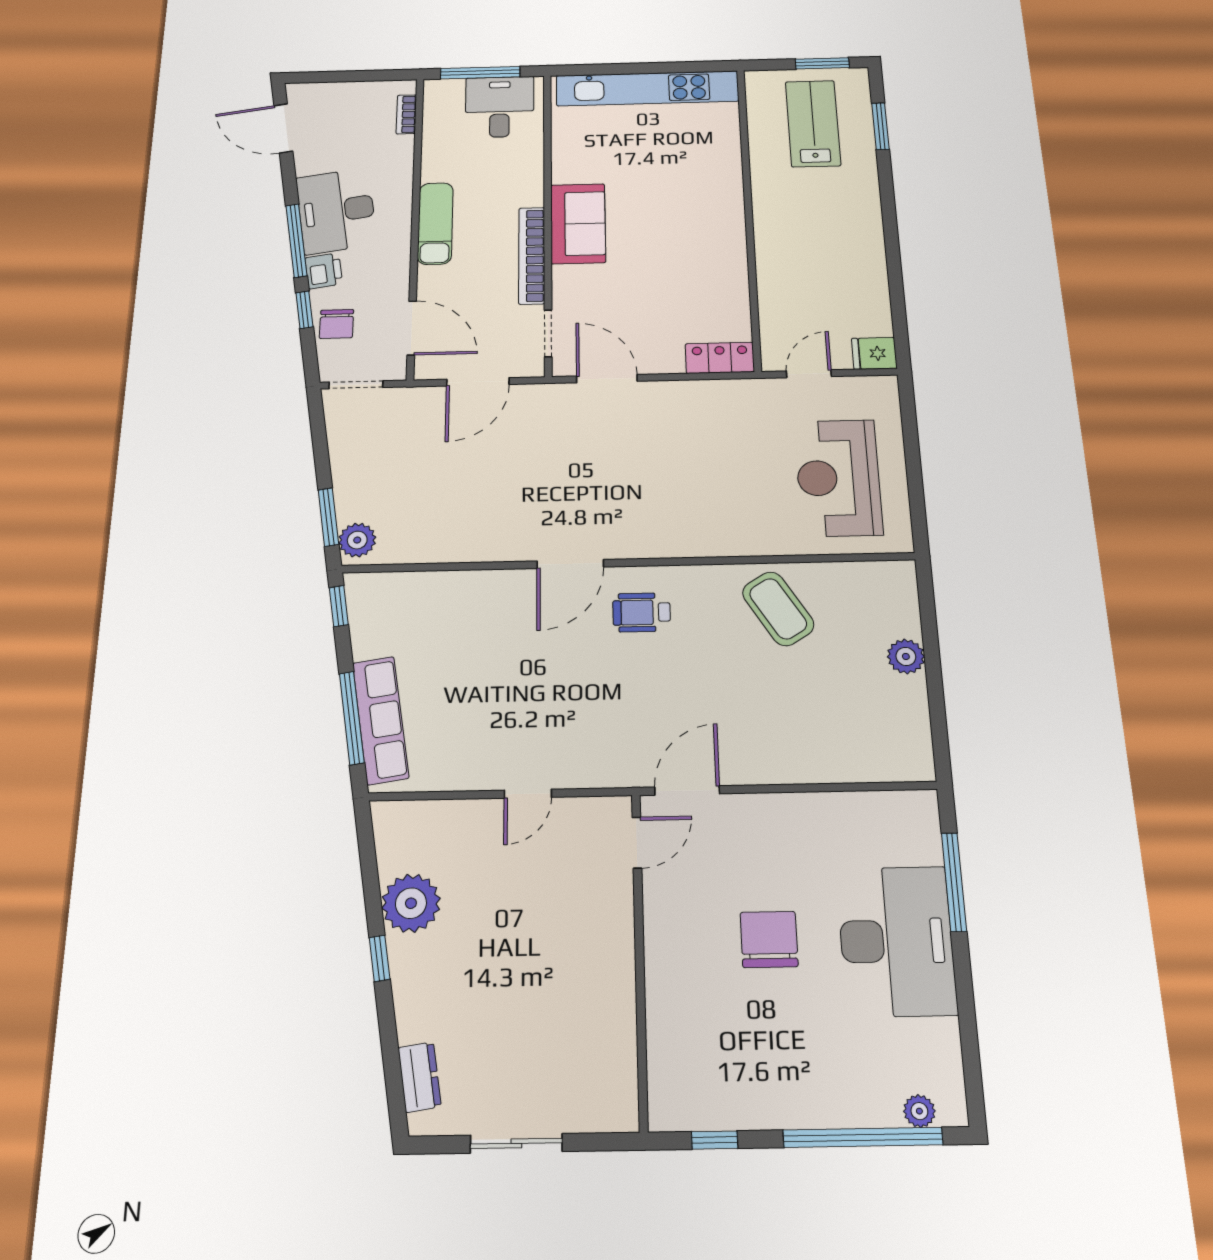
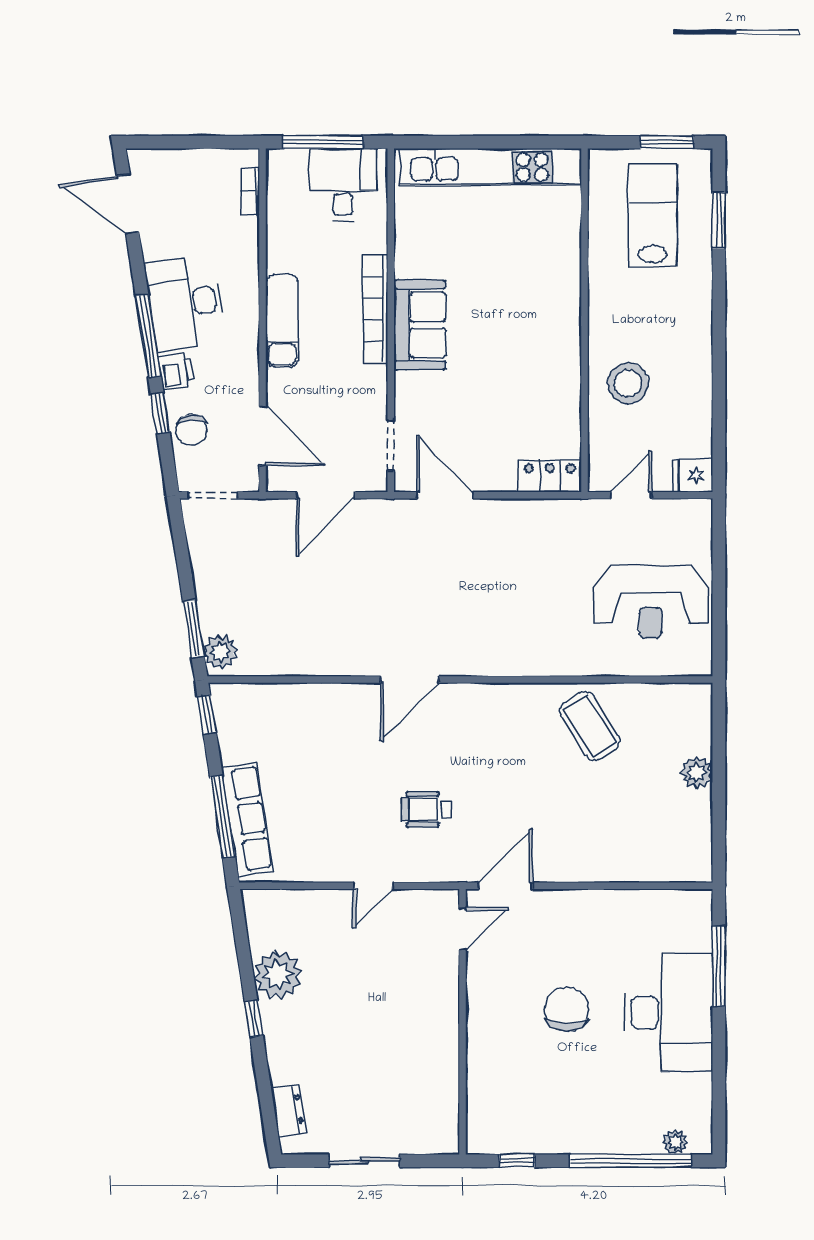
bookcase: (532, 255) -> (375, 309), moved
stool: (798, 270) -> (628, 383), added
reception desk: (838, 478) -> (651, 602), turned -90
wheelchair: (642, 612) -> (427, 810), moved

